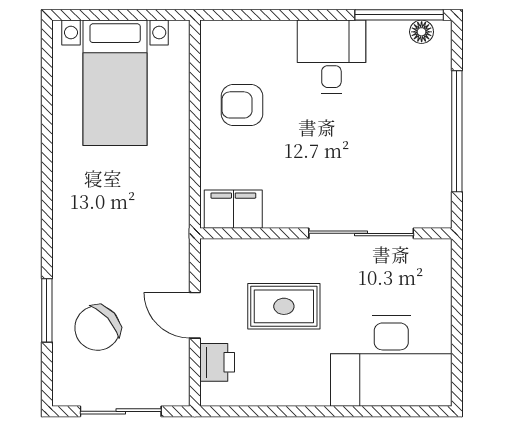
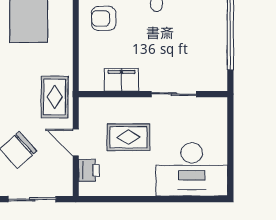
filing cabinet: (233, 209) -> (122, 80), moved
sliding door: (361, 233) -> (174, 94), width x0.73
rug: (159, 238) -> (55, 97), added

